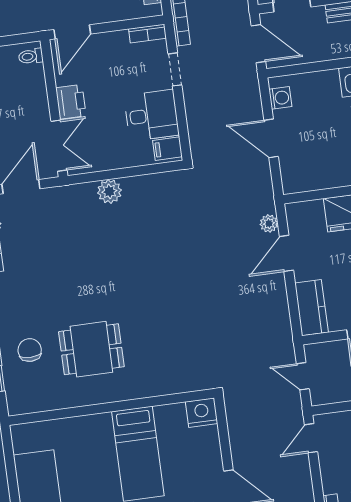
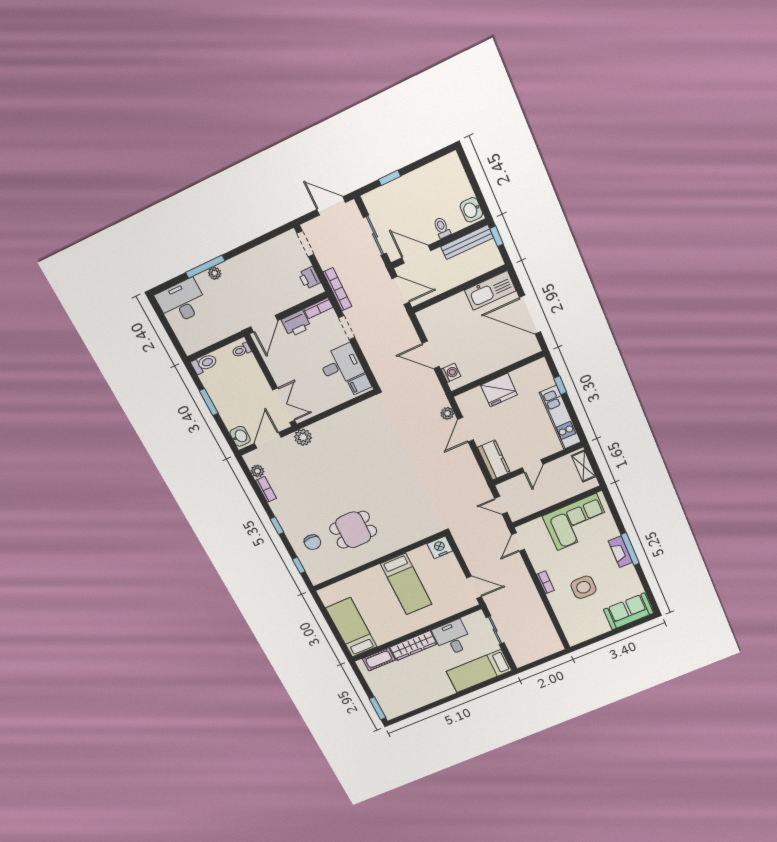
washing machine: (280, 98) -> (451, 373), moved
printer: (71, 102) -> (296, 324), moved, turned 90
plant: (109, 191) -> (303, 437), moved
chair: (30, 350) -> (312, 542), turned 180

